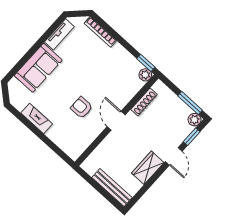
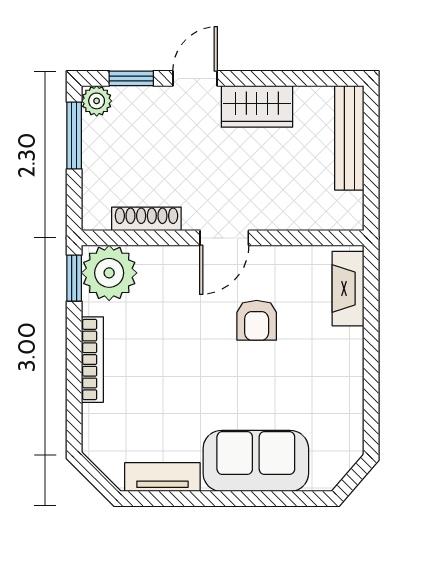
bookcase: (100, 32) -> (92, 360), moved
plant: (145, 75) -> (109, 273), width x1.88, depth x1.88
fireplace: (37, 118) -> (348, 289), moved

